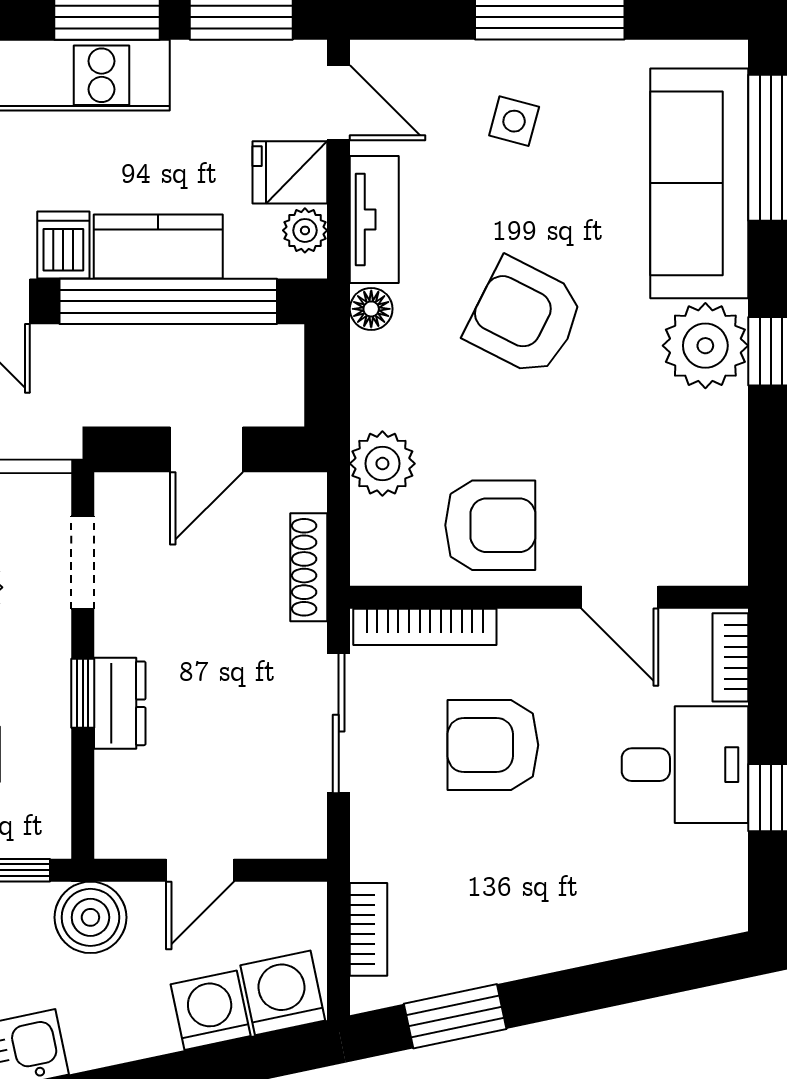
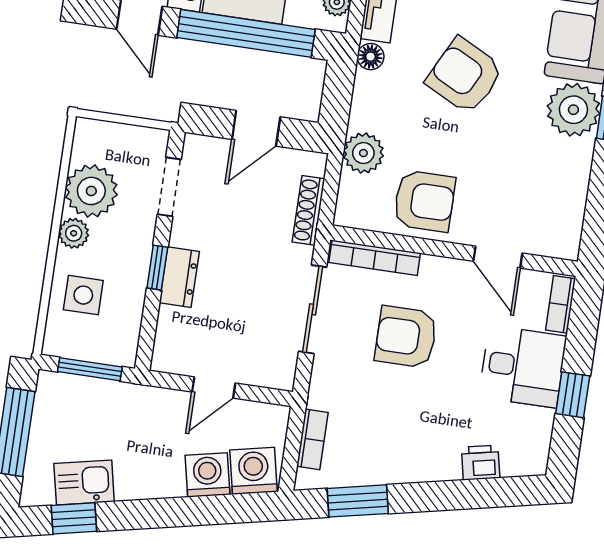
boiler: (90, 917) -> (142, 407), removed
printer: (641, 927) -> (481, 463), added

